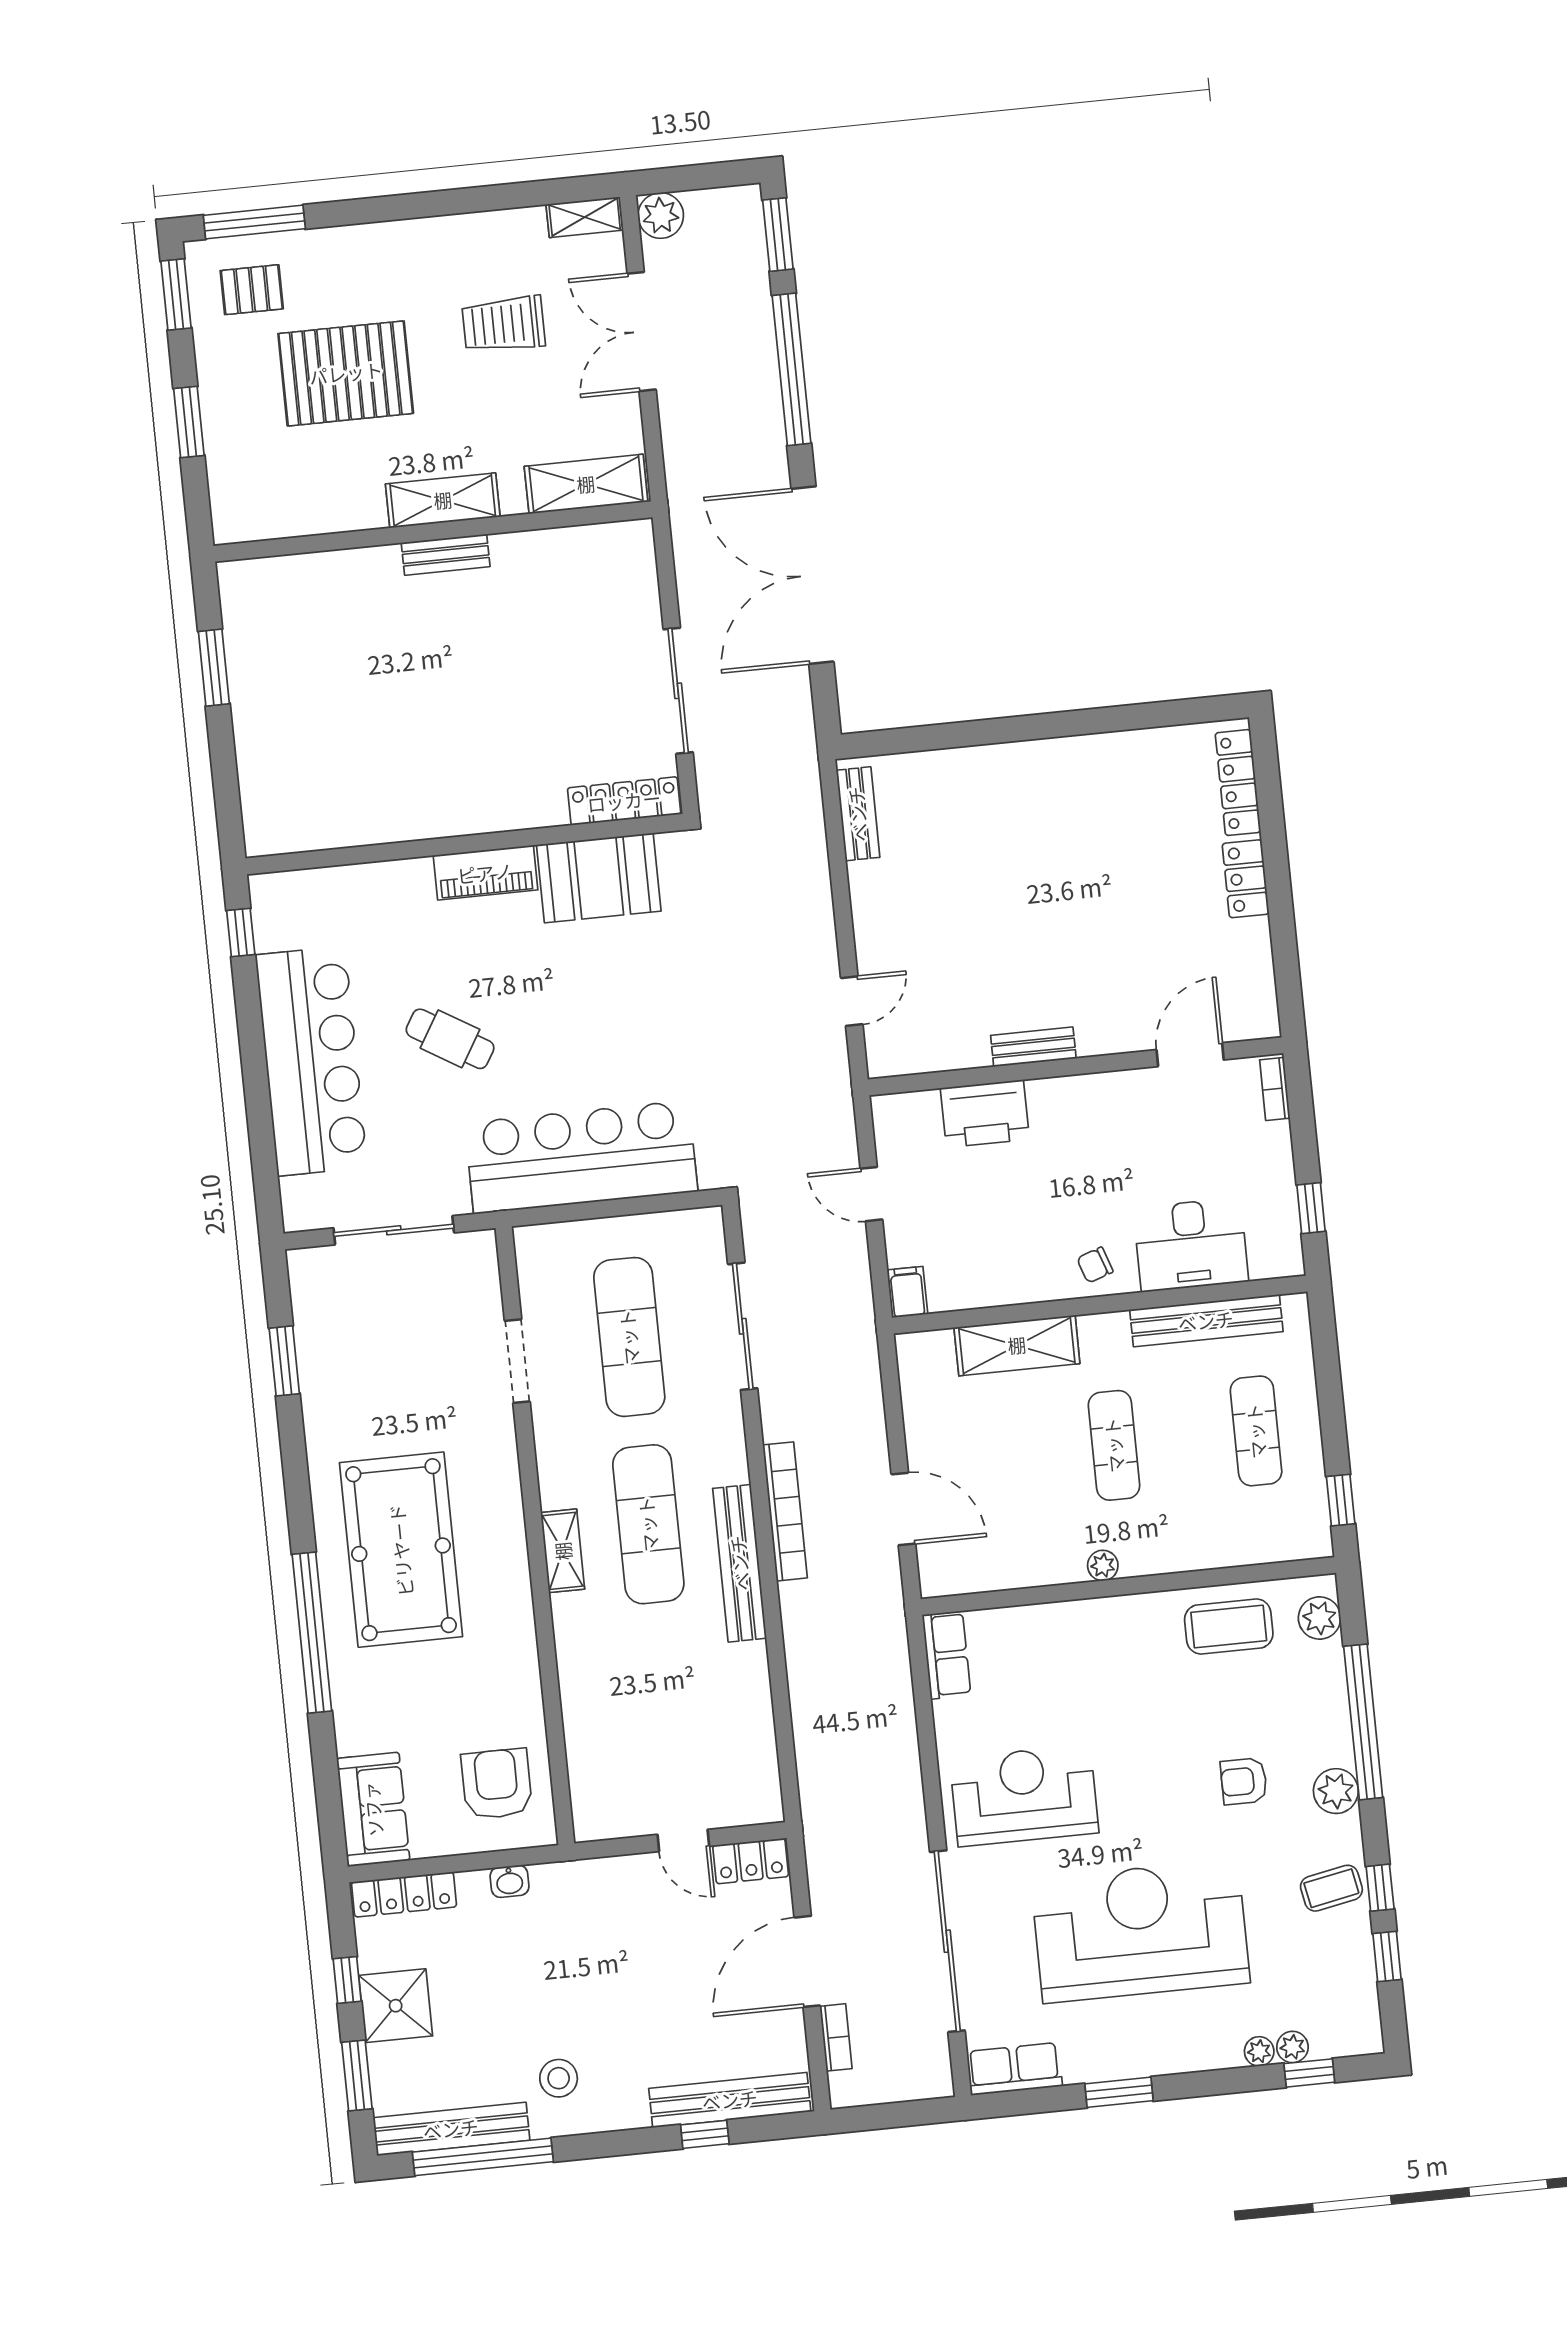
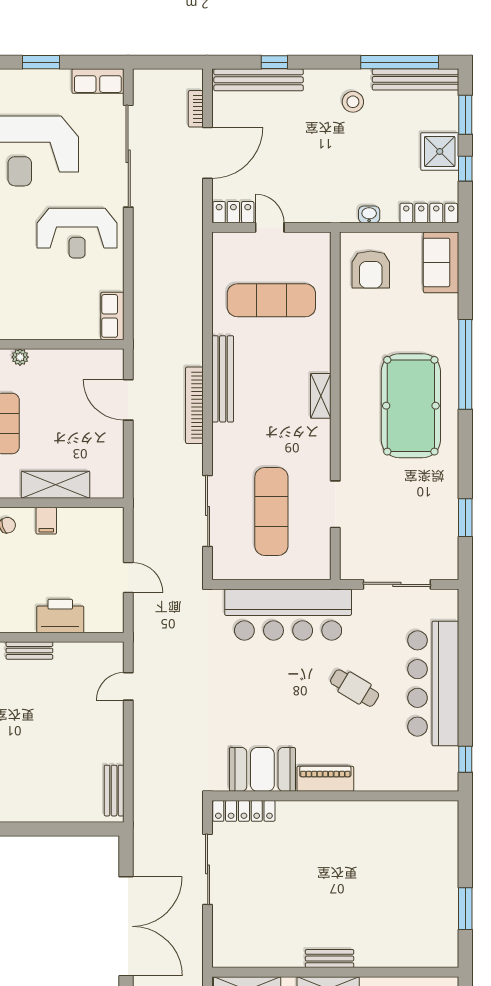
filing cabinet: (907, 1292) -> (46, 521), moved
exercise mat: (648, 1524) -> (271, 300), moved, turned 90

